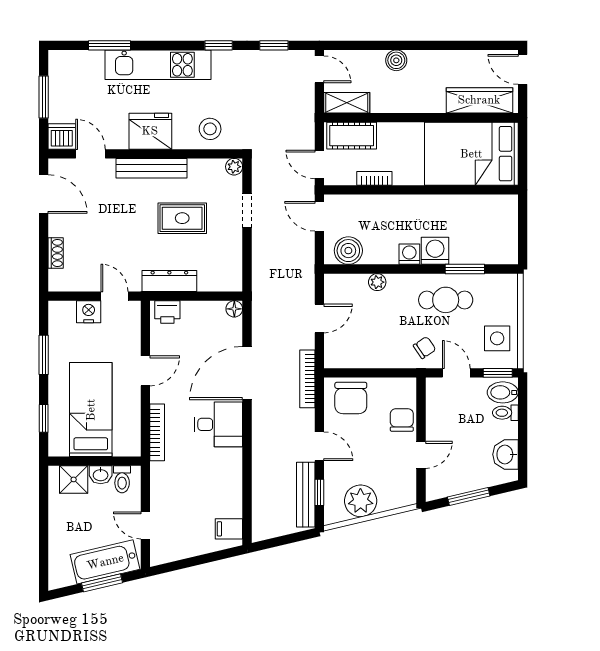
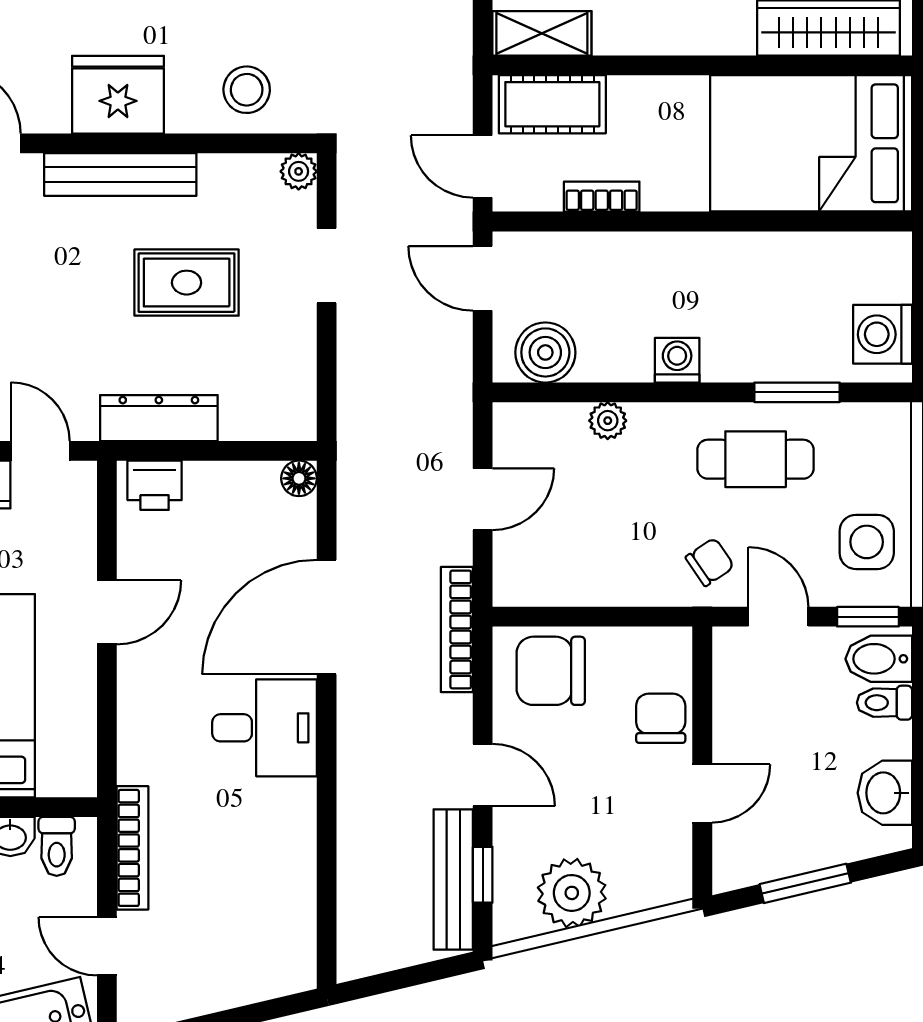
washing machine: (435, 251) -> (883, 334), moved, turned -90
chair: (351, 398) -> (551, 671), turned 90
bookcase: (157, 432) -> (133, 848), moved
filing cabinet: (229, 529) -> (287, 953), removed

